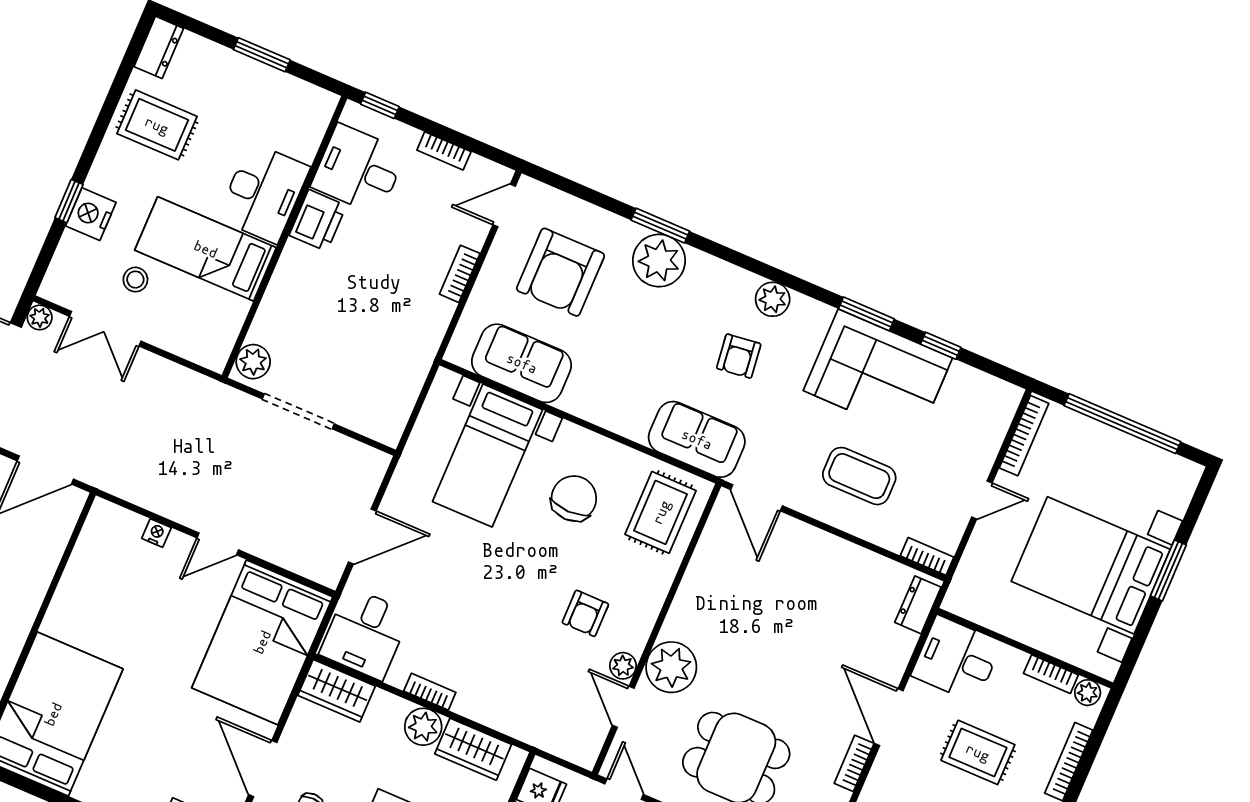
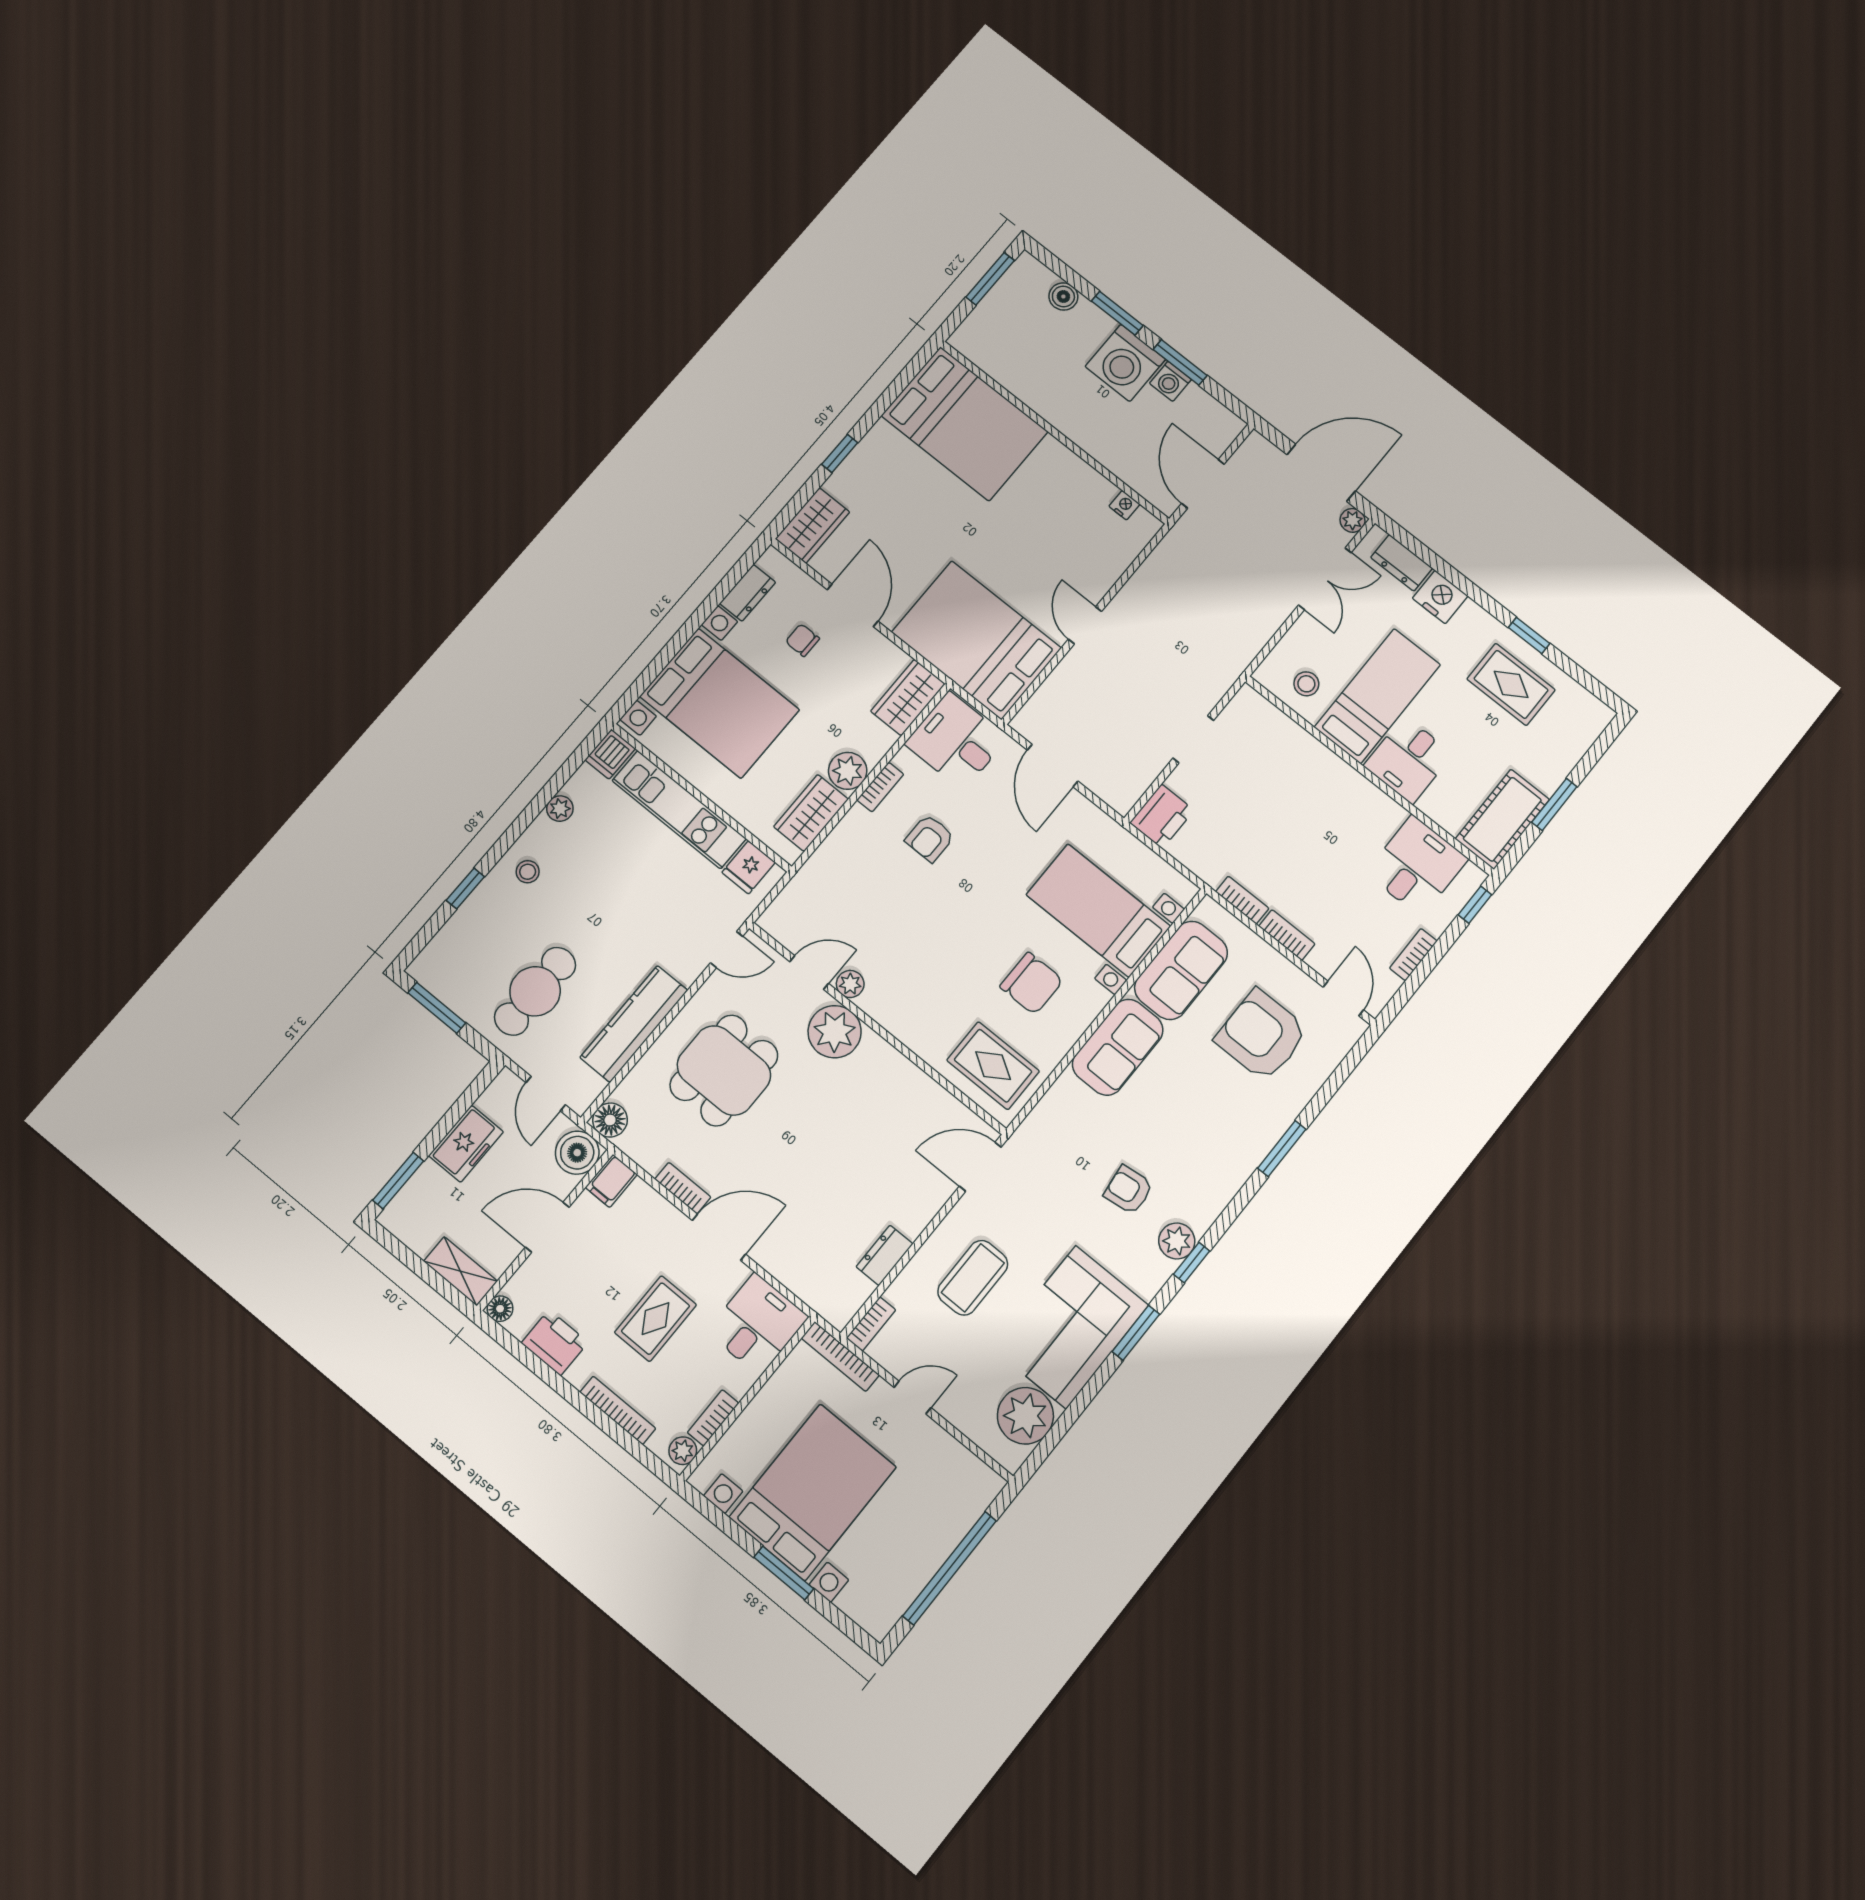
dresser: (159, 47) -> (1402, 563), moved
cot: (290, 100) -> (1502, 819), added
rug: (157, 125) -> (1511, 684), turned 90
desk: (264, 193) -> (1408, 760), width x0.73
window: (69, 201) -> (1529, 635), moved
printer: (318, 220) -> (1162, 816), moved, turned -90
plant: (659, 261) -> (1025, 1416), moved
stool: (135, 280) -> (1306, 684), moved
bookcase: (439, 324) -> (1242, 900), added
double door: (105, 329) -> (1325, 579), swing flipped
window: (941, 346) -> (1192, 1263), moved
plant: (253, 362) -> (1254, 710), removed
doorway: (298, 411) -> (1193, 739), width x0.73
bookcase: (1024, 436) -> (840, 1356), moved
sofa: (697, 439) -> (1118, 1047), moved
door: (982, 500) -> (912, 1398), swing flipped
nightstand: (156, 533) -> (1124, 505), moved, turned -90
dresser: (918, 605) -> (885, 1255), moved, turned -90
armchair: (585, 613) -> (930, 838), moved, turned -90
door: (263, 769) -> (853, 605), hinge flipped

